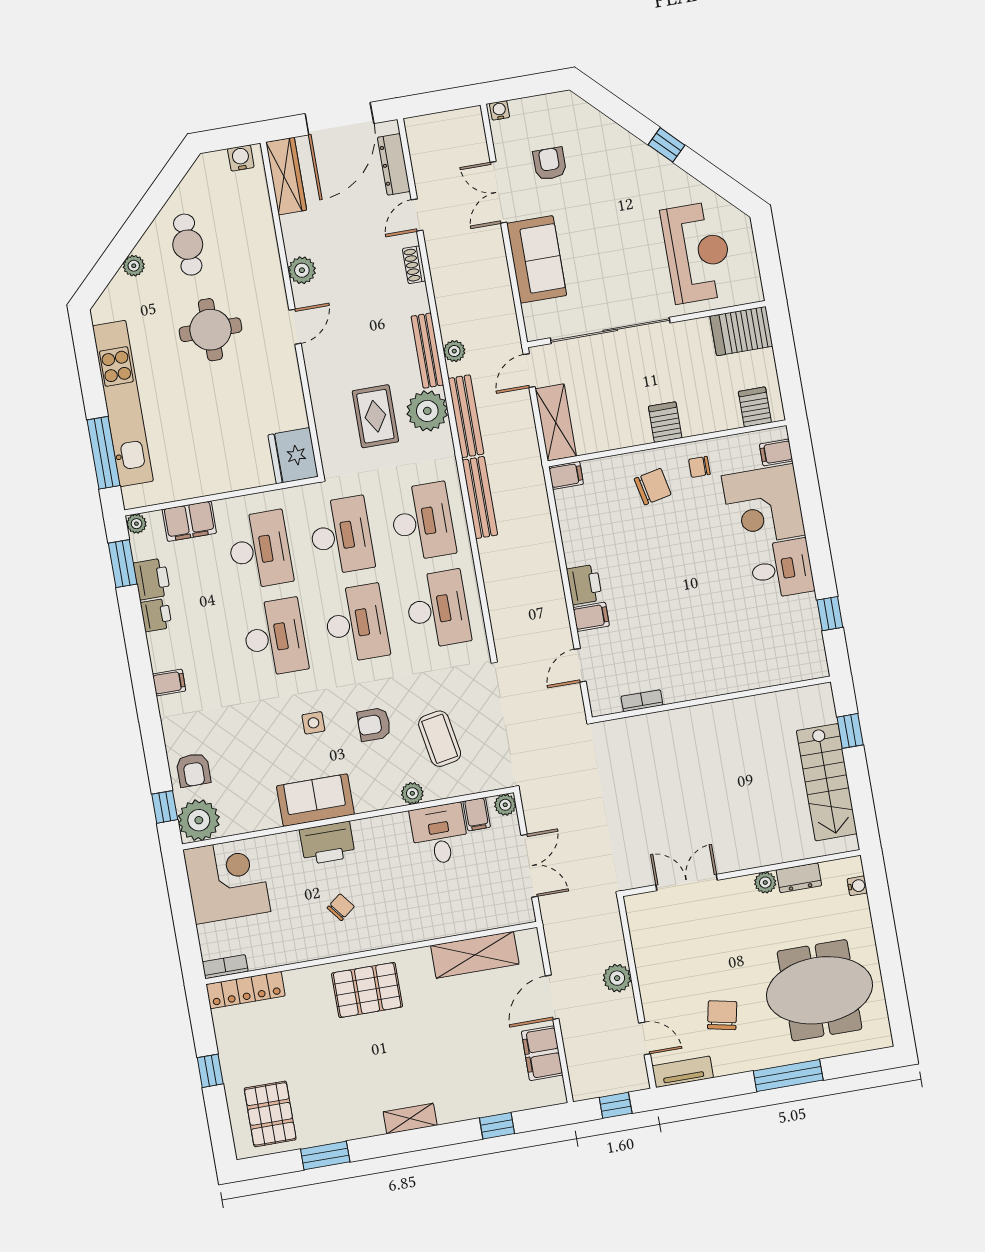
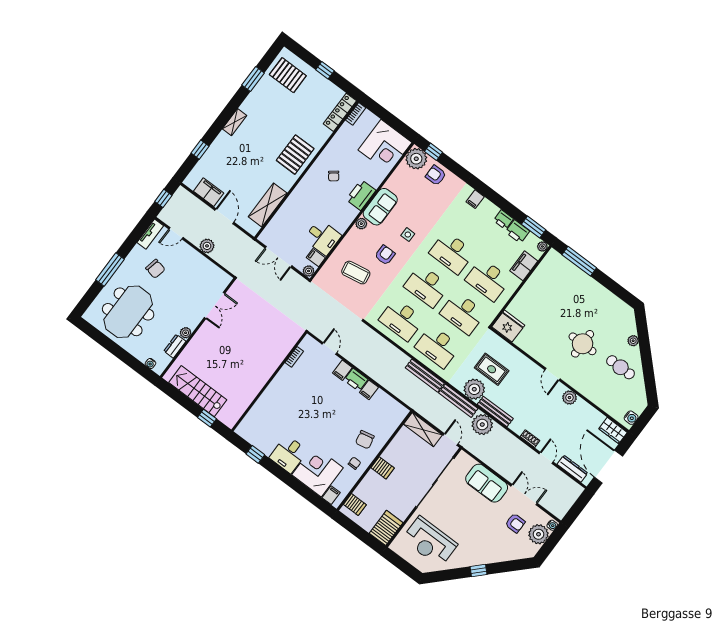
plant: (531, 116) -> (538, 534), added
wardrobe: (286, 176) -> (613, 431), width x0.67
plant: (454, 351) -> (482, 425), width x1.87, depth x1.87
kitchen unit: (123, 404) -> (589, 286), removed
filing cabinet: (566, 475) -> (369, 390), moved
plant: (412, 793) -> (361, 224), moved

